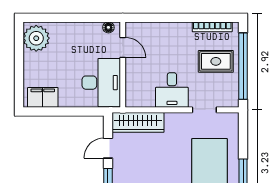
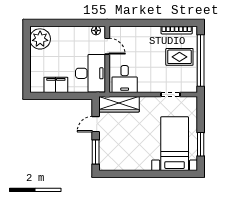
desk: (172, 90) -> (125, 79), moved
filing cabinet: (43, 97) -> (56, 85), moved

